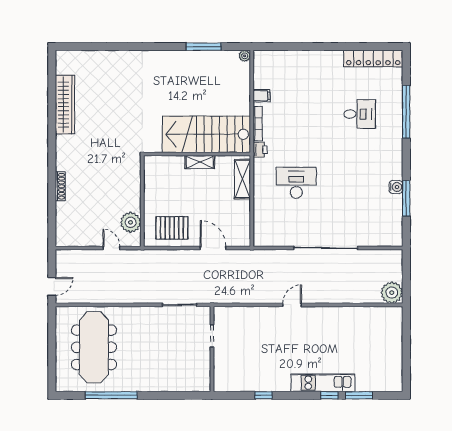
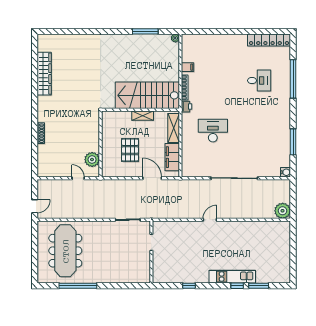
water cooler: (396, 187) -> (286, 172), moved
filing cabinet: (241, 219) -> (172, 157), added
pallet: (172, 228) -> (130, 150), moved, turned 90

